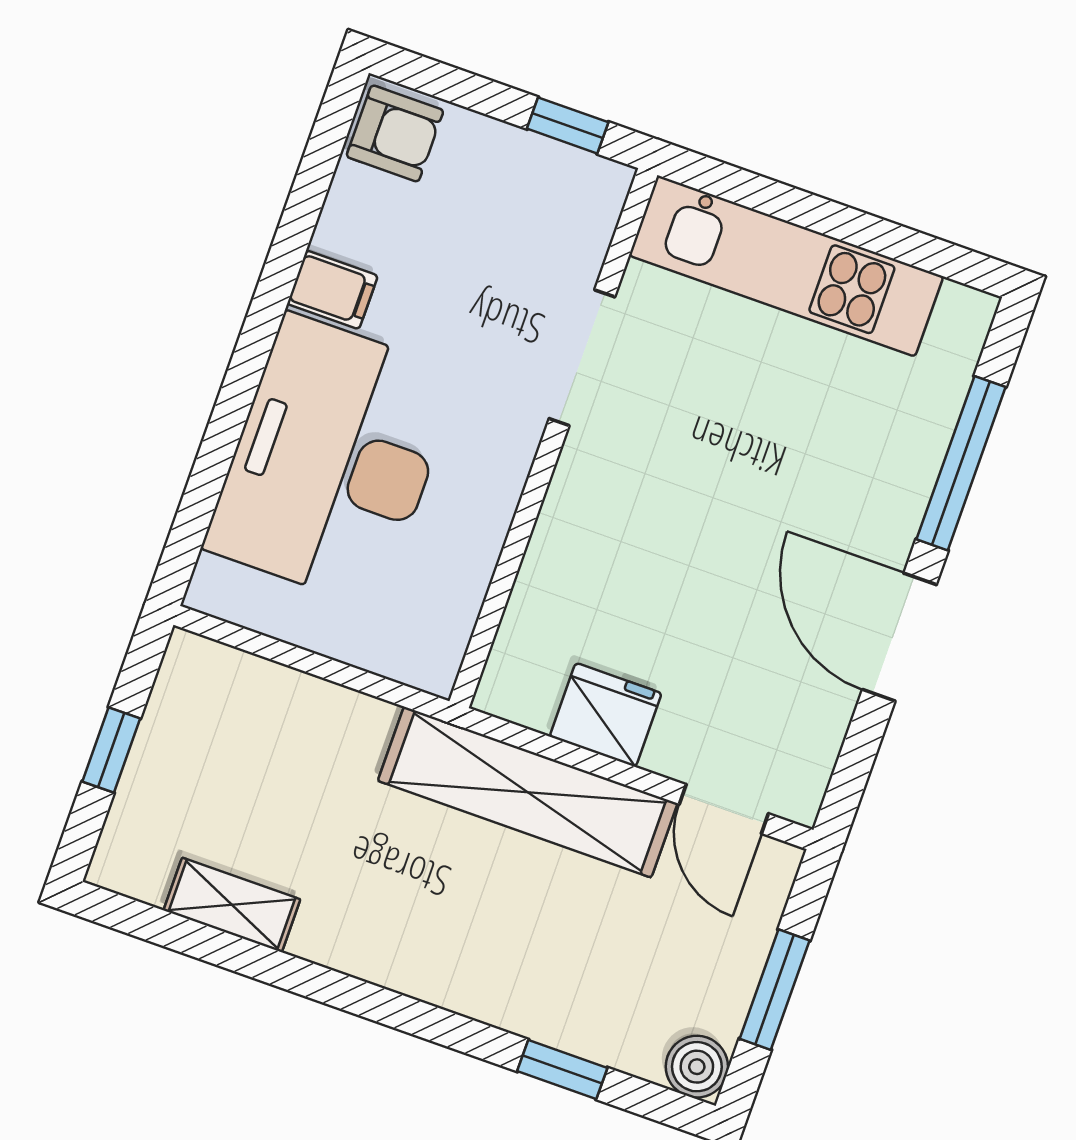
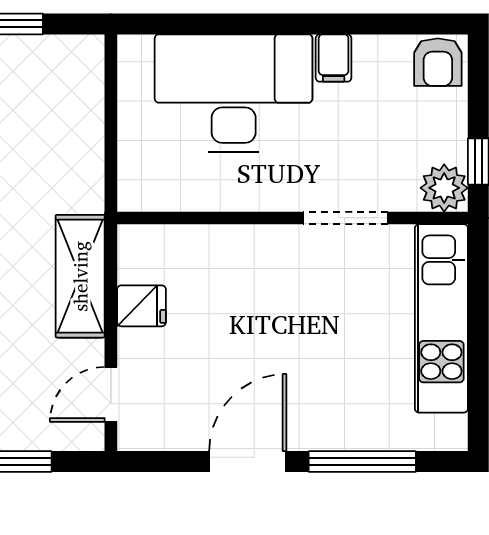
plant: (589, 192) -> (444, 188), added
fridge: (606, 715) -> (141, 306), width x0.72
shelving: (528, 792) -> (80, 276), width x0.68

